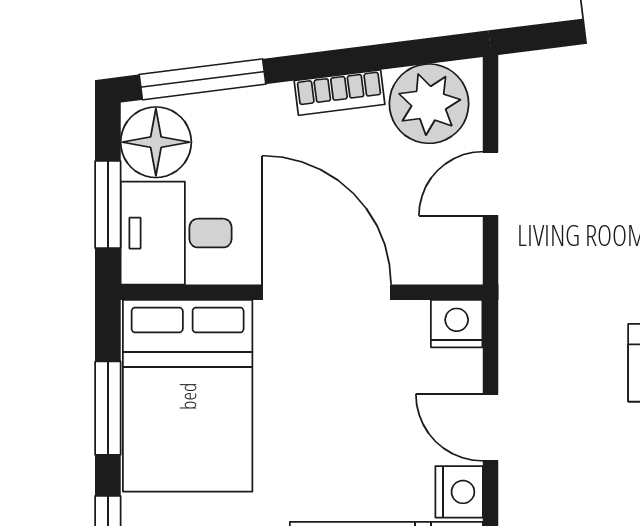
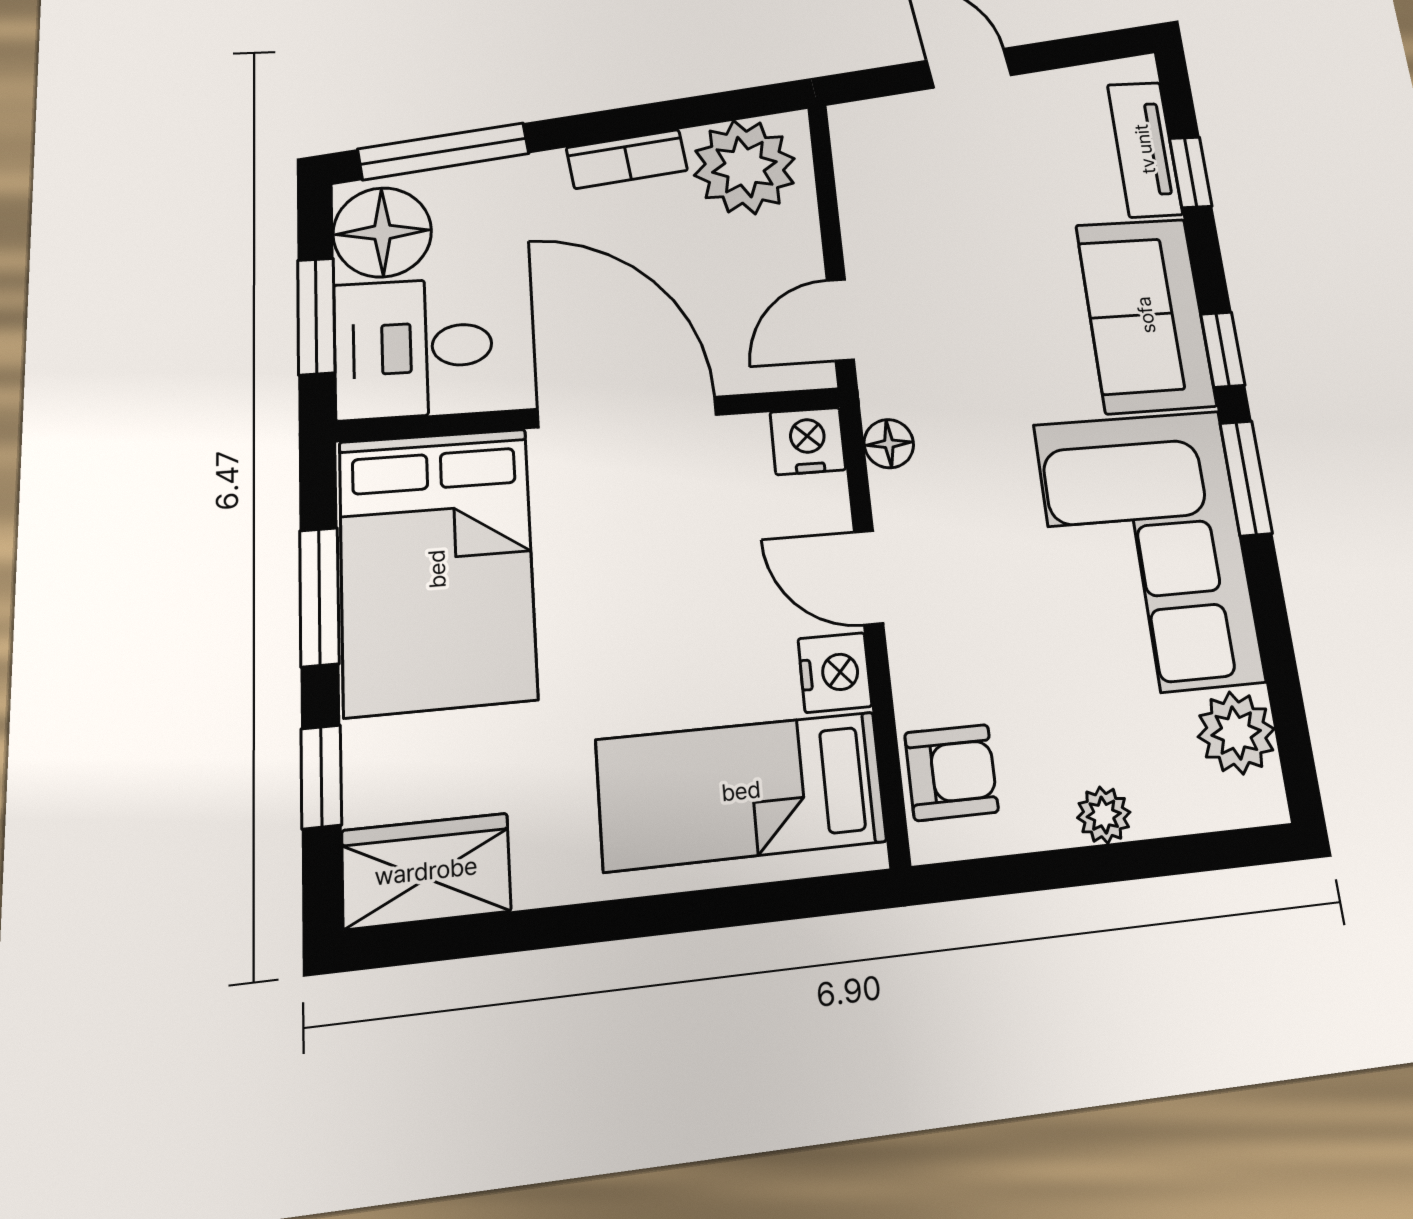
door: (491, 184) -> (840, 320), moved
floor lamp: (517, 330) -> (889, 444), added

